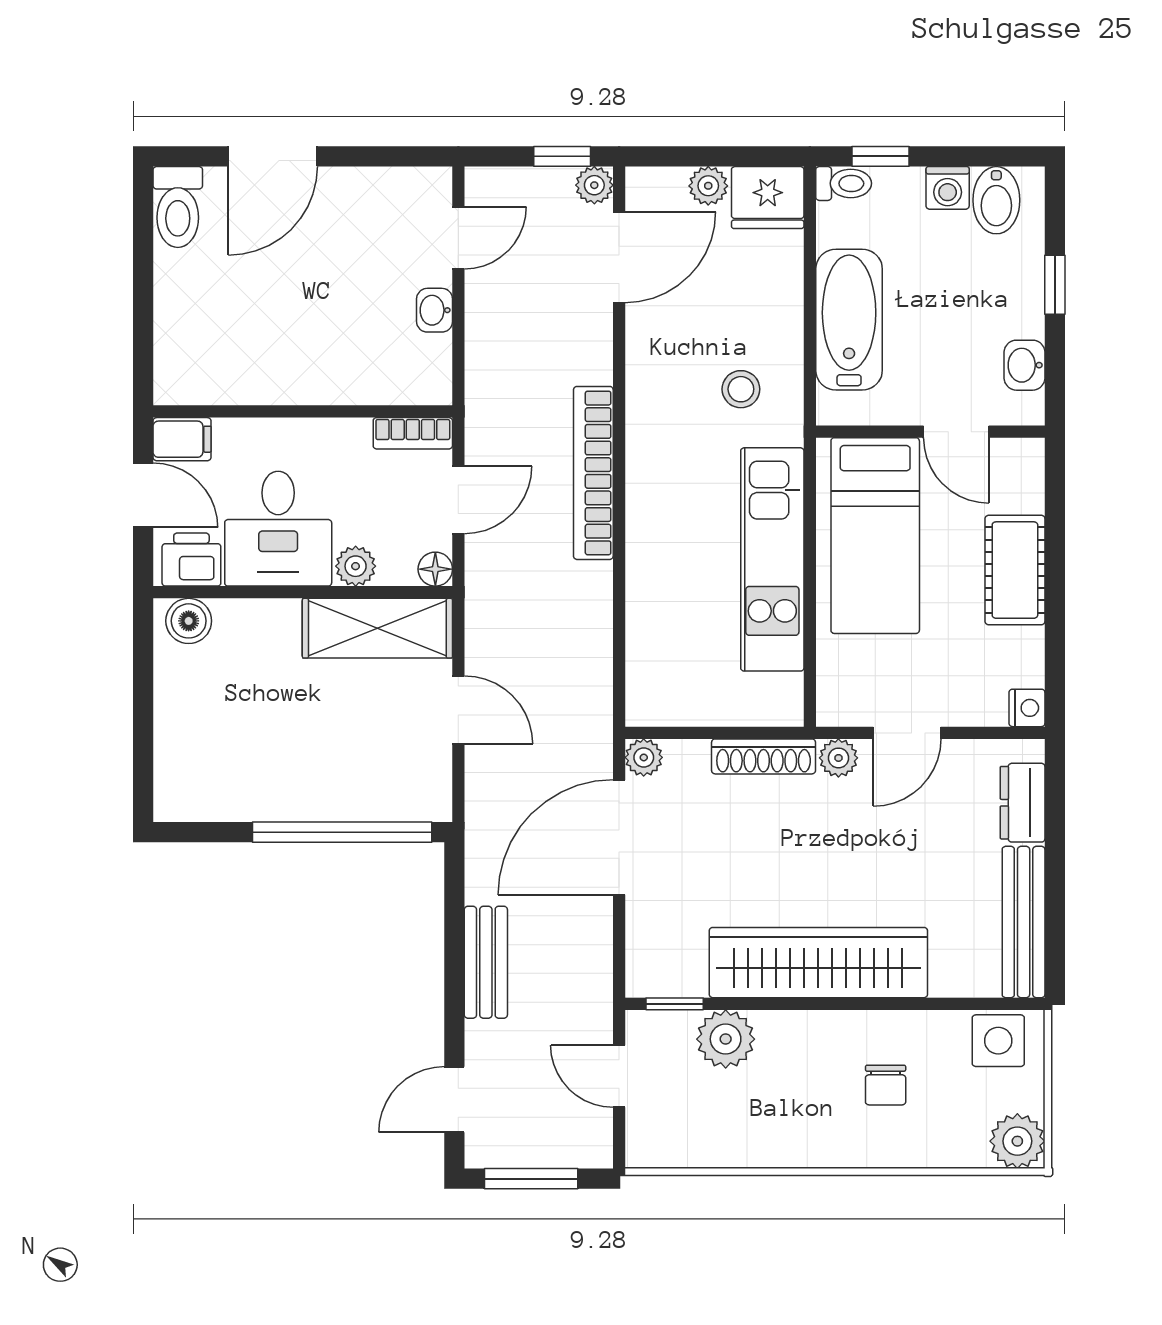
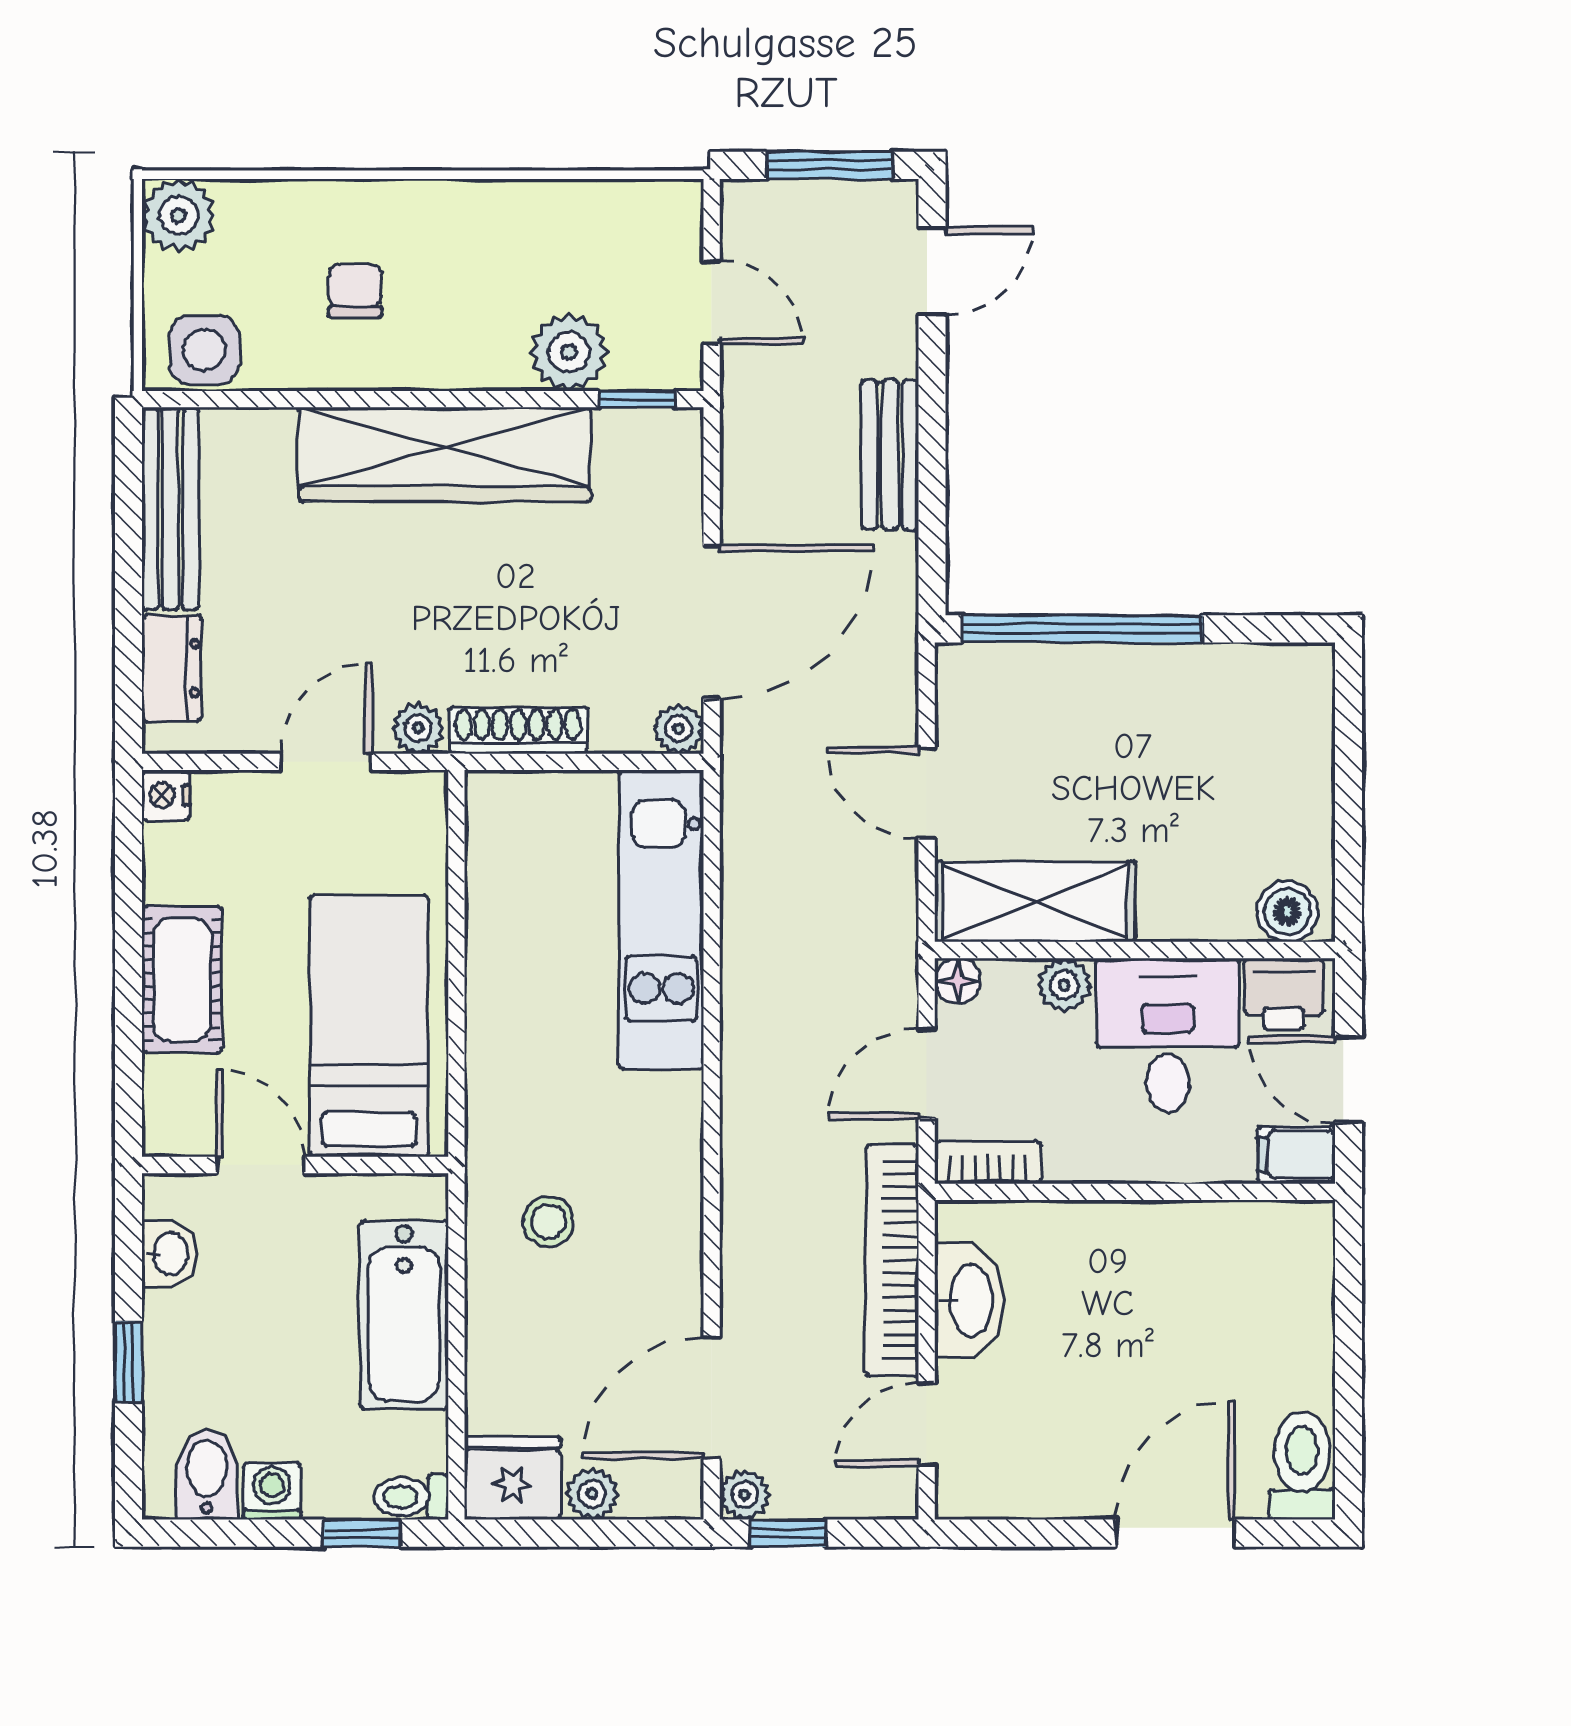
washbasin: (435, 310) -> (969, 1300), width x1.91, depth x1.45
bookcase: (593, 473) -> (892, 1261), moved, turned 180
kitchen unit: (772, 559) -> (661, 919), moved, turned 180

